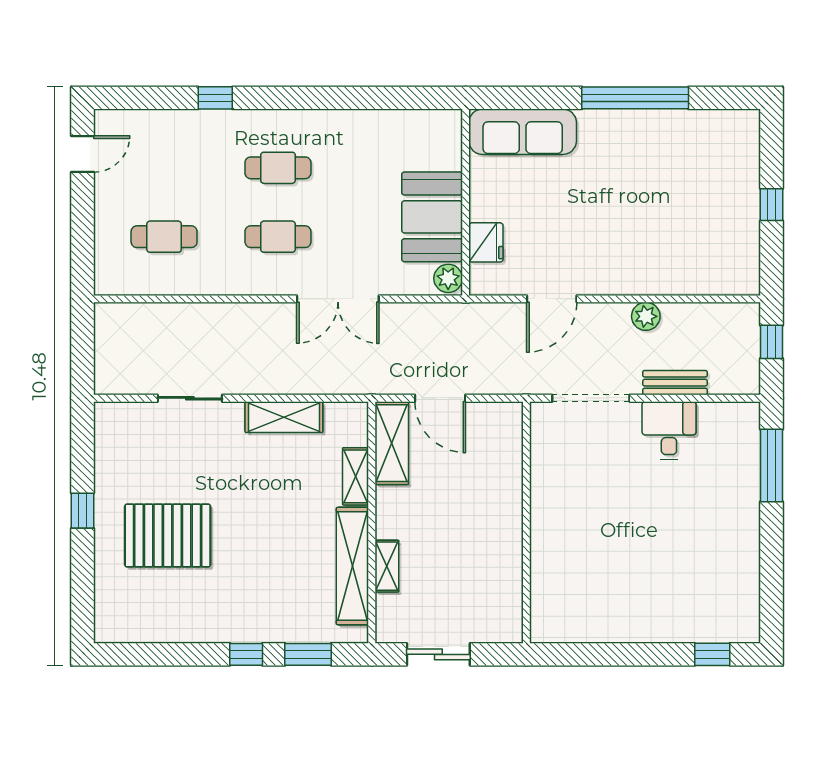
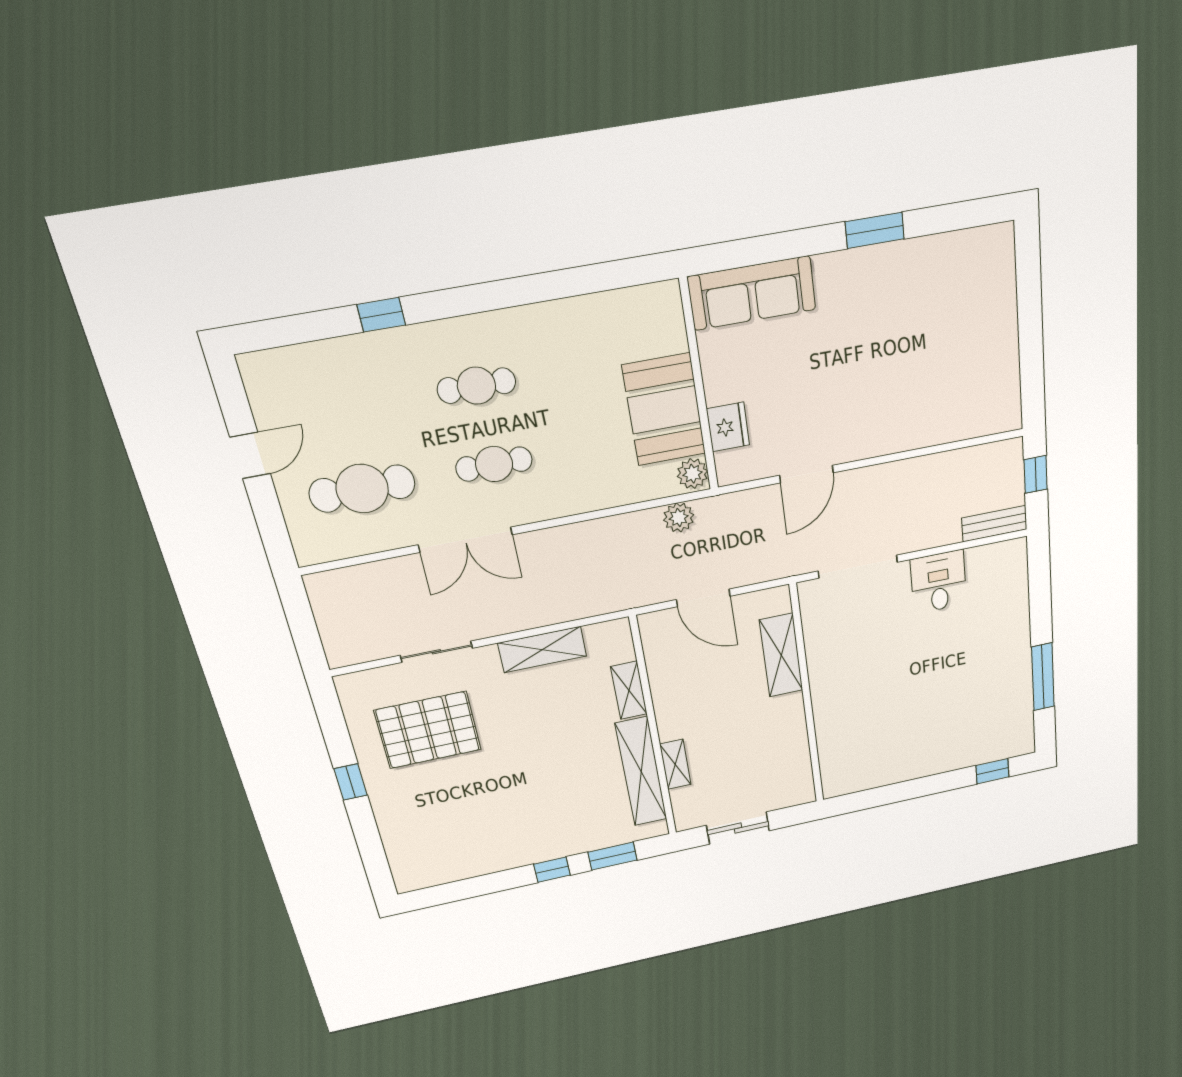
window: (635, 98) -> (875, 230), width x0.47
door: (83, 154) -> (250, 455), moved
window: (771, 205) -> (1030, 329), removed
cafe table: (164, 237) -> (362, 489), width x1.37, depth x1.35
double door: (338, 299) -> (465, 540), moved
plant: (646, 316) -> (679, 518), moved
bench: (675, 383) -> (994, 524), moved
shelving: (392, 443) -> (781, 655), moved
window: (771, 466) -> (1043, 677), moved
pallet: (168, 536) -> (428, 730), moved

